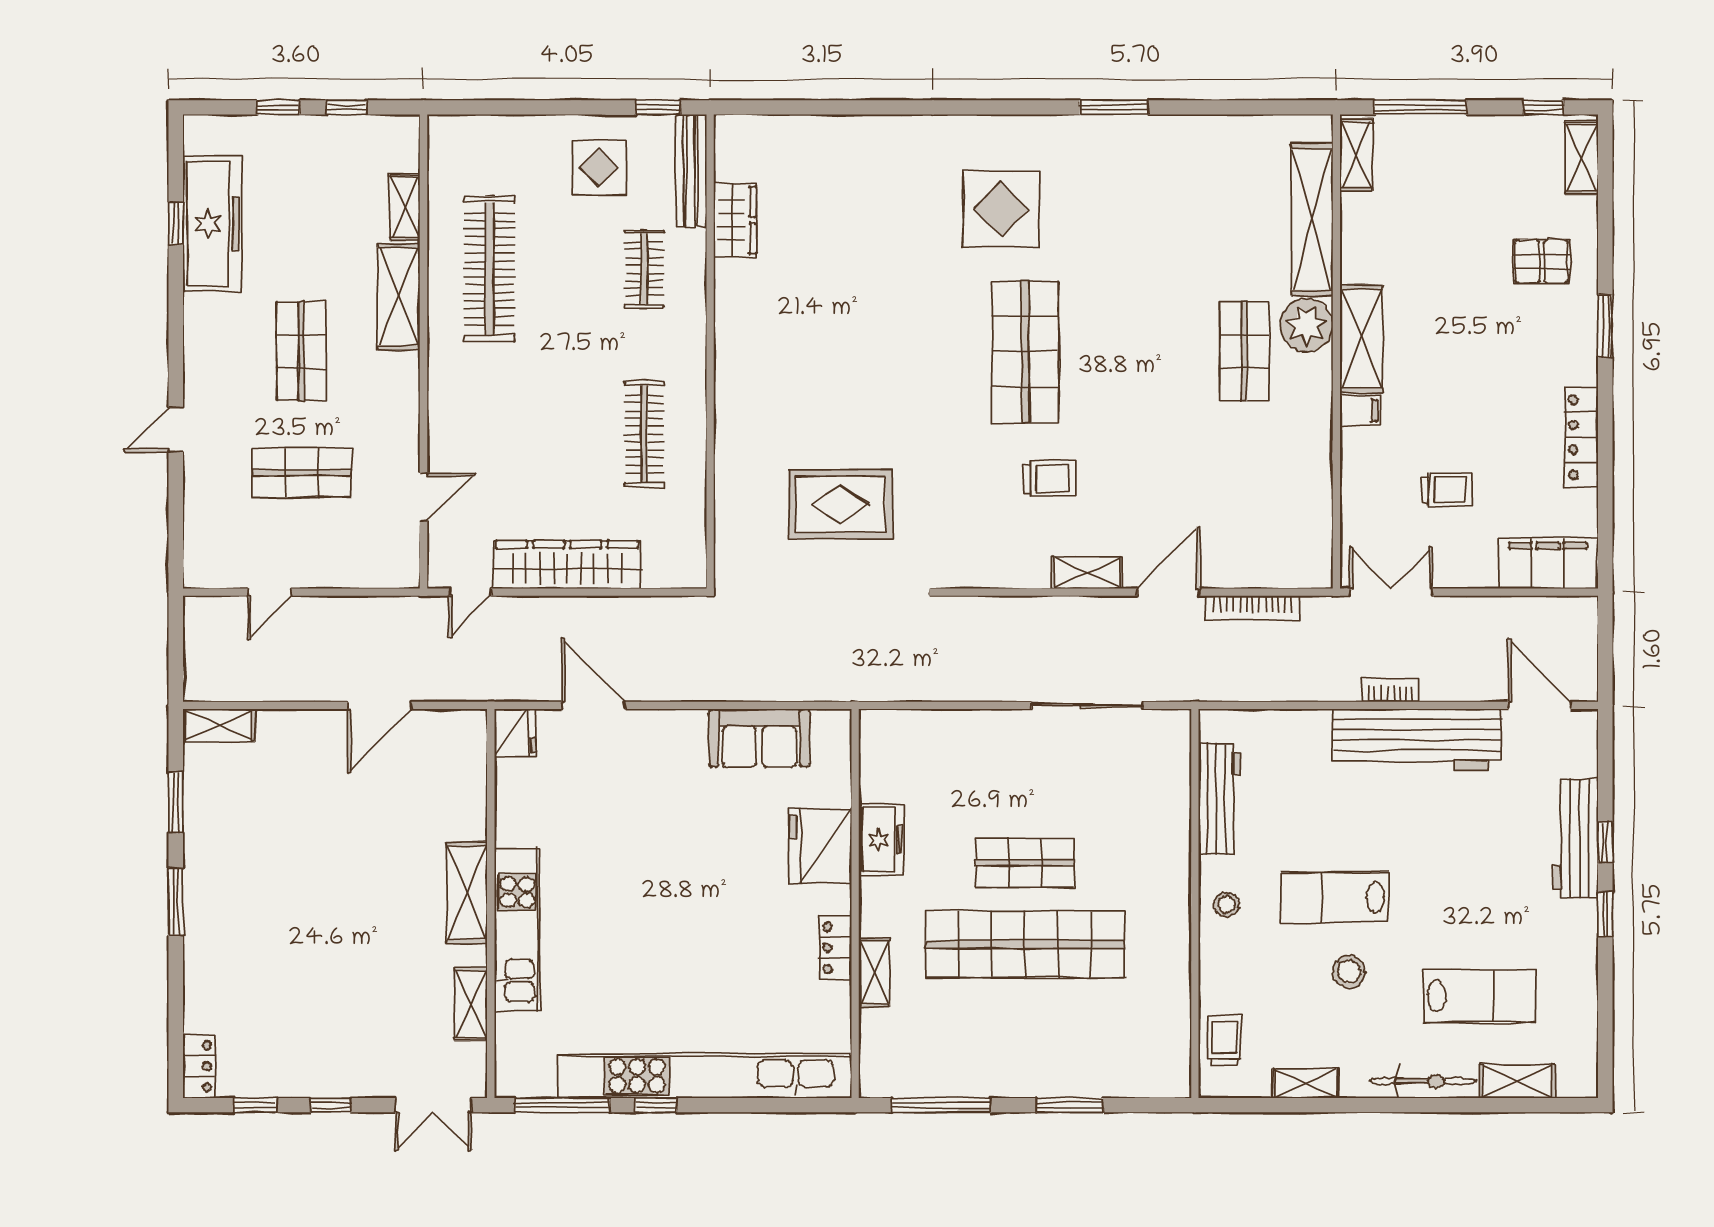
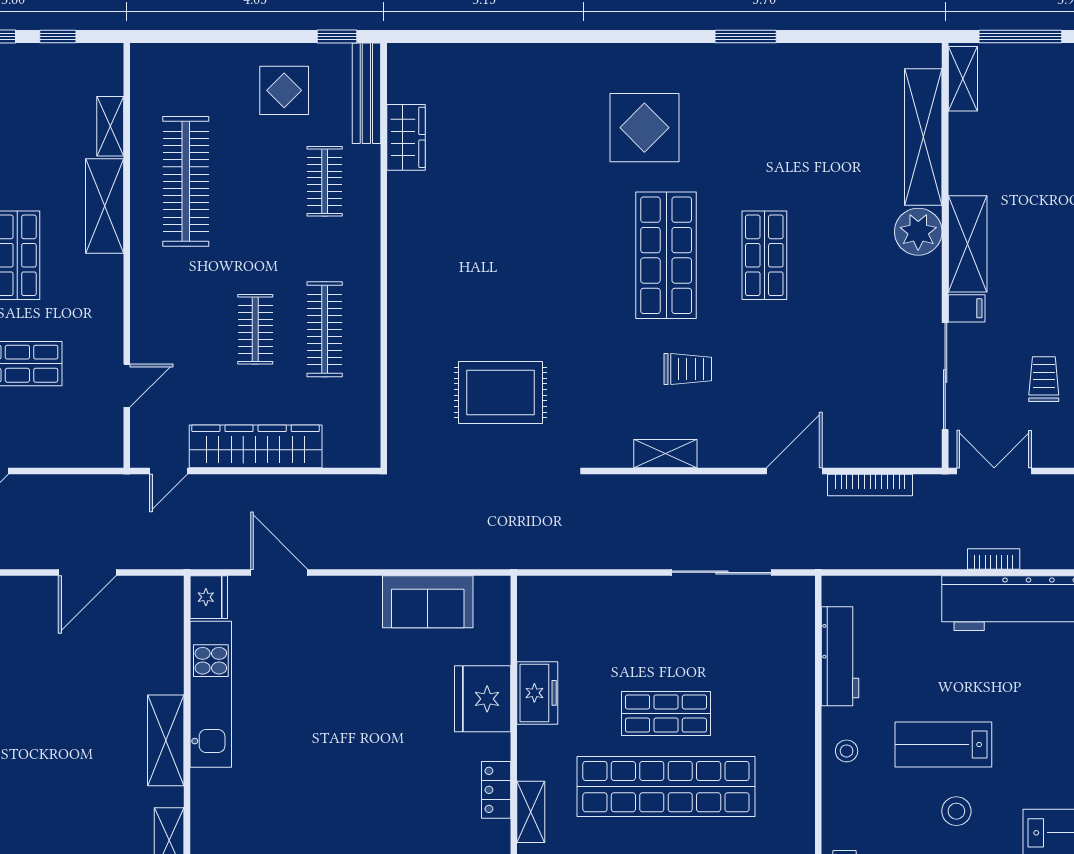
shop shelf: (1244, 352) -> (764, 255), moved
clothes rail: (567, 434) -> (255, 329), added
sliding door: (1336, 486) -> (945, 376), added
trolley: (1447, 490) -> (1044, 379), turned -90
shelving: (1087, 573) -> (665, 454), moved
kitchen unit: (517, 930) -> (211, 694), moved

